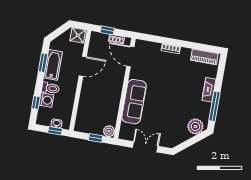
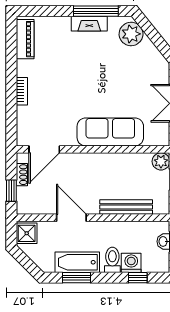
fireplace: (209, 90) -> (89, 24), moved
bench: (83, 103) -> (126, 207), added

